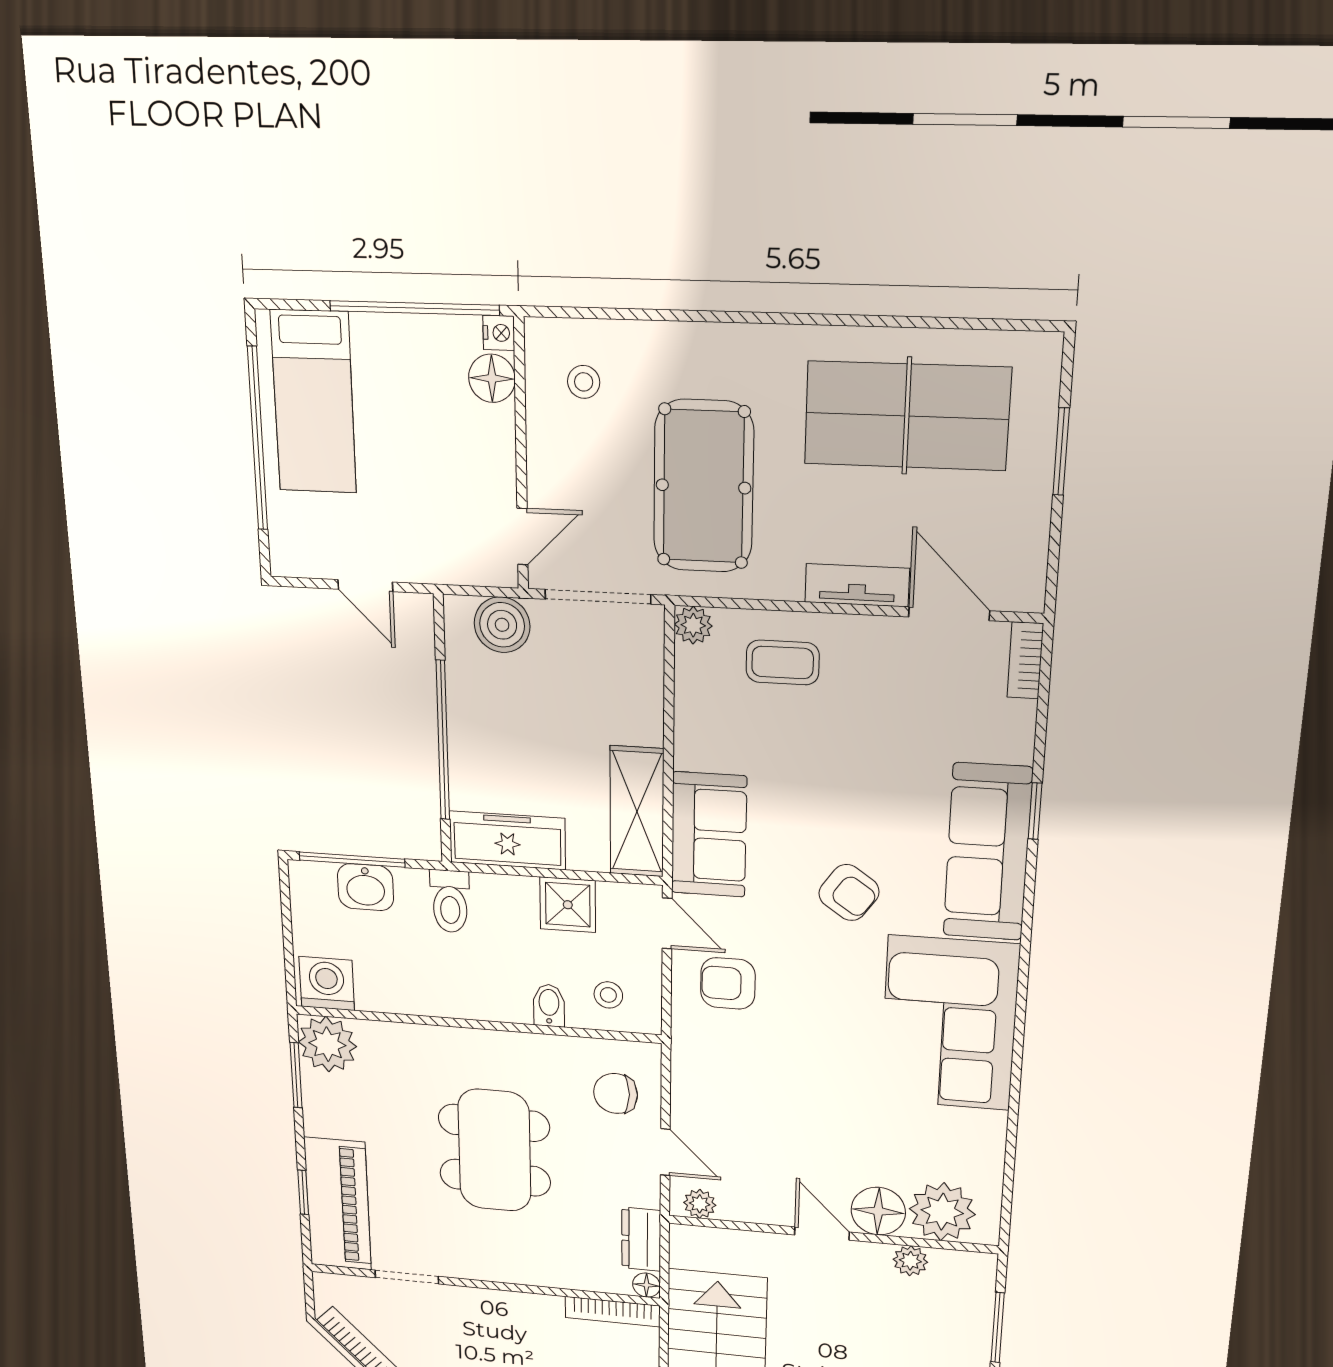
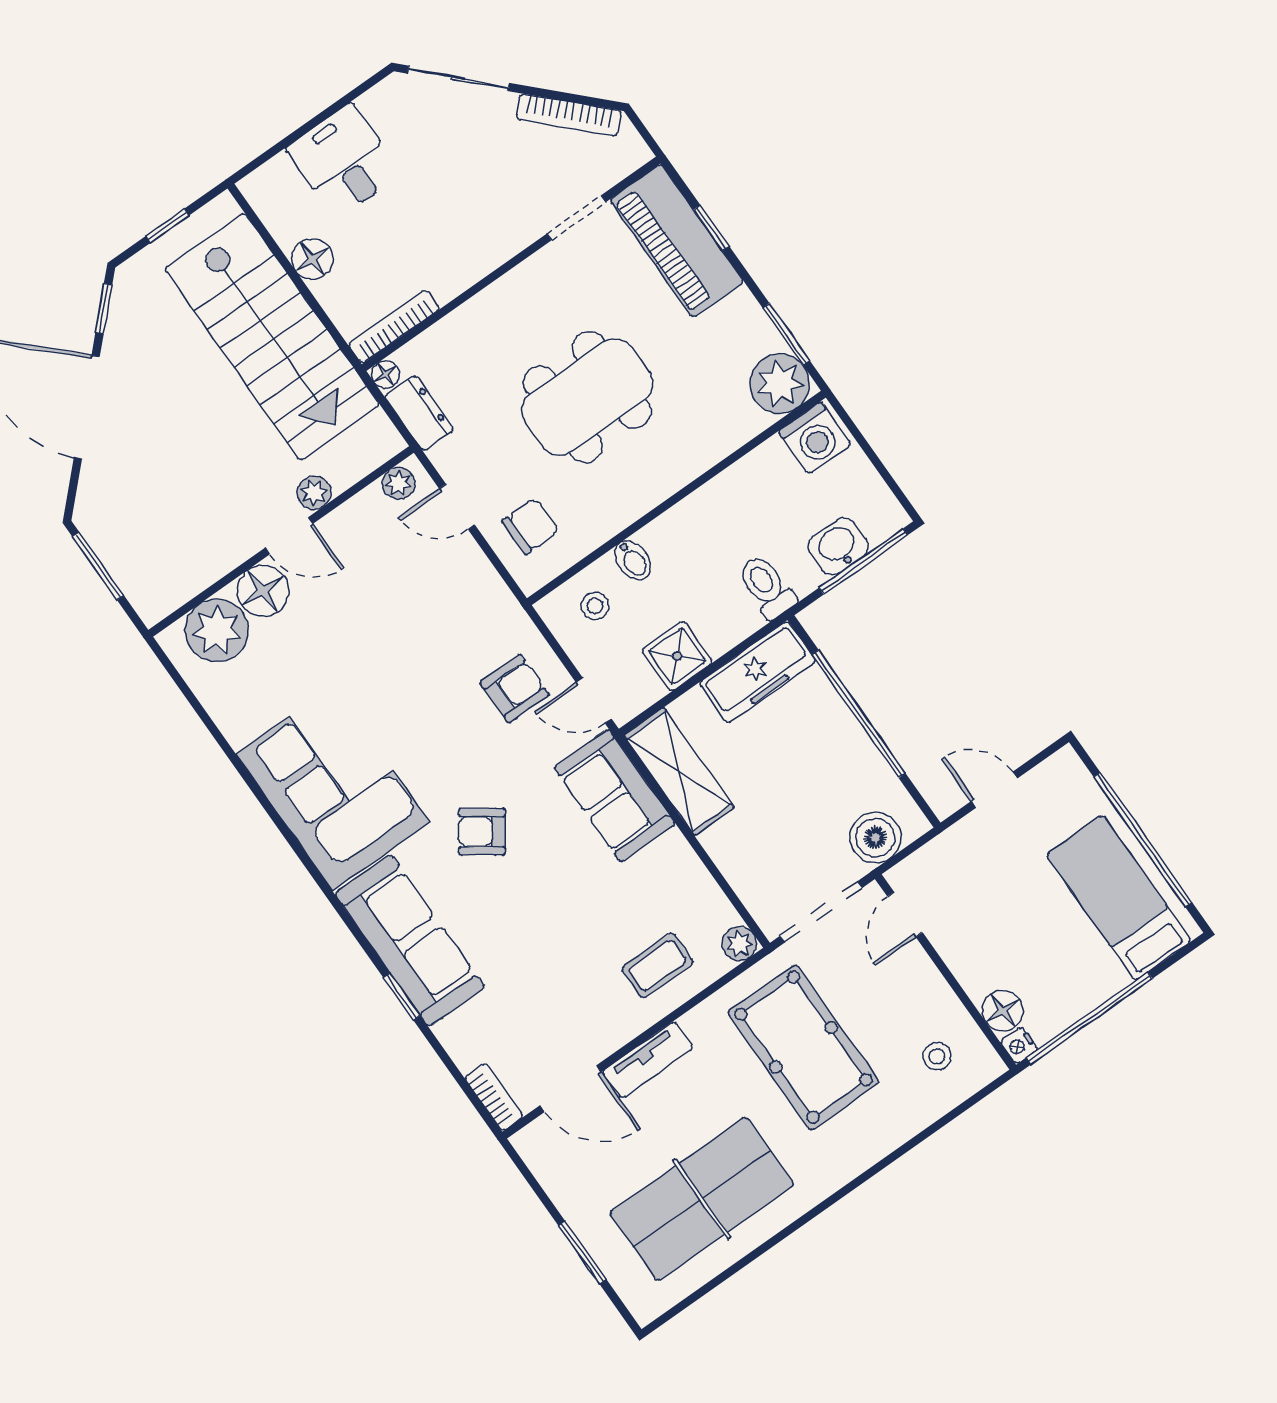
dining table: (494, 1150) -> (587, 397), turned 90
plant: (910, 1261) -> (314, 493), moved

